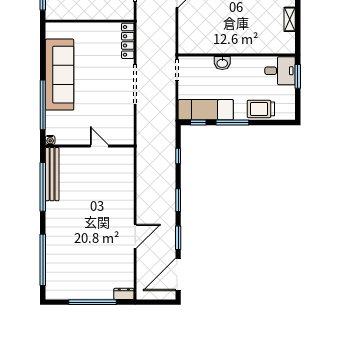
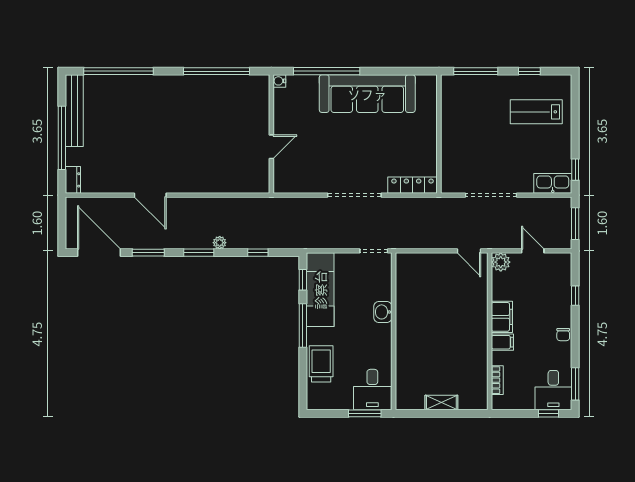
bench: (52, 174) -> (74, 111), moved, turned 90
plant: (171, 185) -> (220, 243), added

